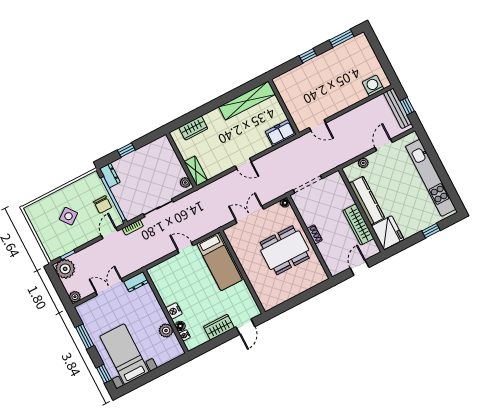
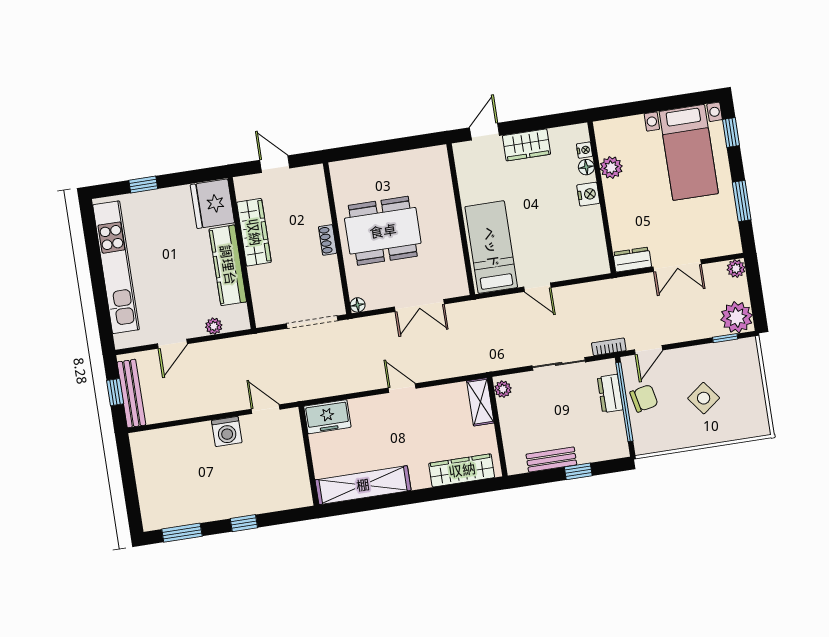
washing machine: (373, 86) -> (227, 431), moved
wardrobe: (193, 128) -> (462, 470), width x1.50
bench: (144, 152) -> (551, 459), added
dresser: (110, 175) -> (610, 393), moved
chair: (103, 205) -> (644, 398), turned 78
door: (360, 268) -> (275, 164), swing flipped

